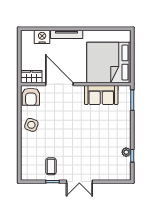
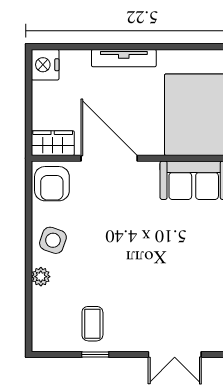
nightstand: (42, 37) -> (45, 65), moved, turned -90
plant: (25, 143) -> (41, 277), added
double door: (79, 182) -> (175, 355), moved

